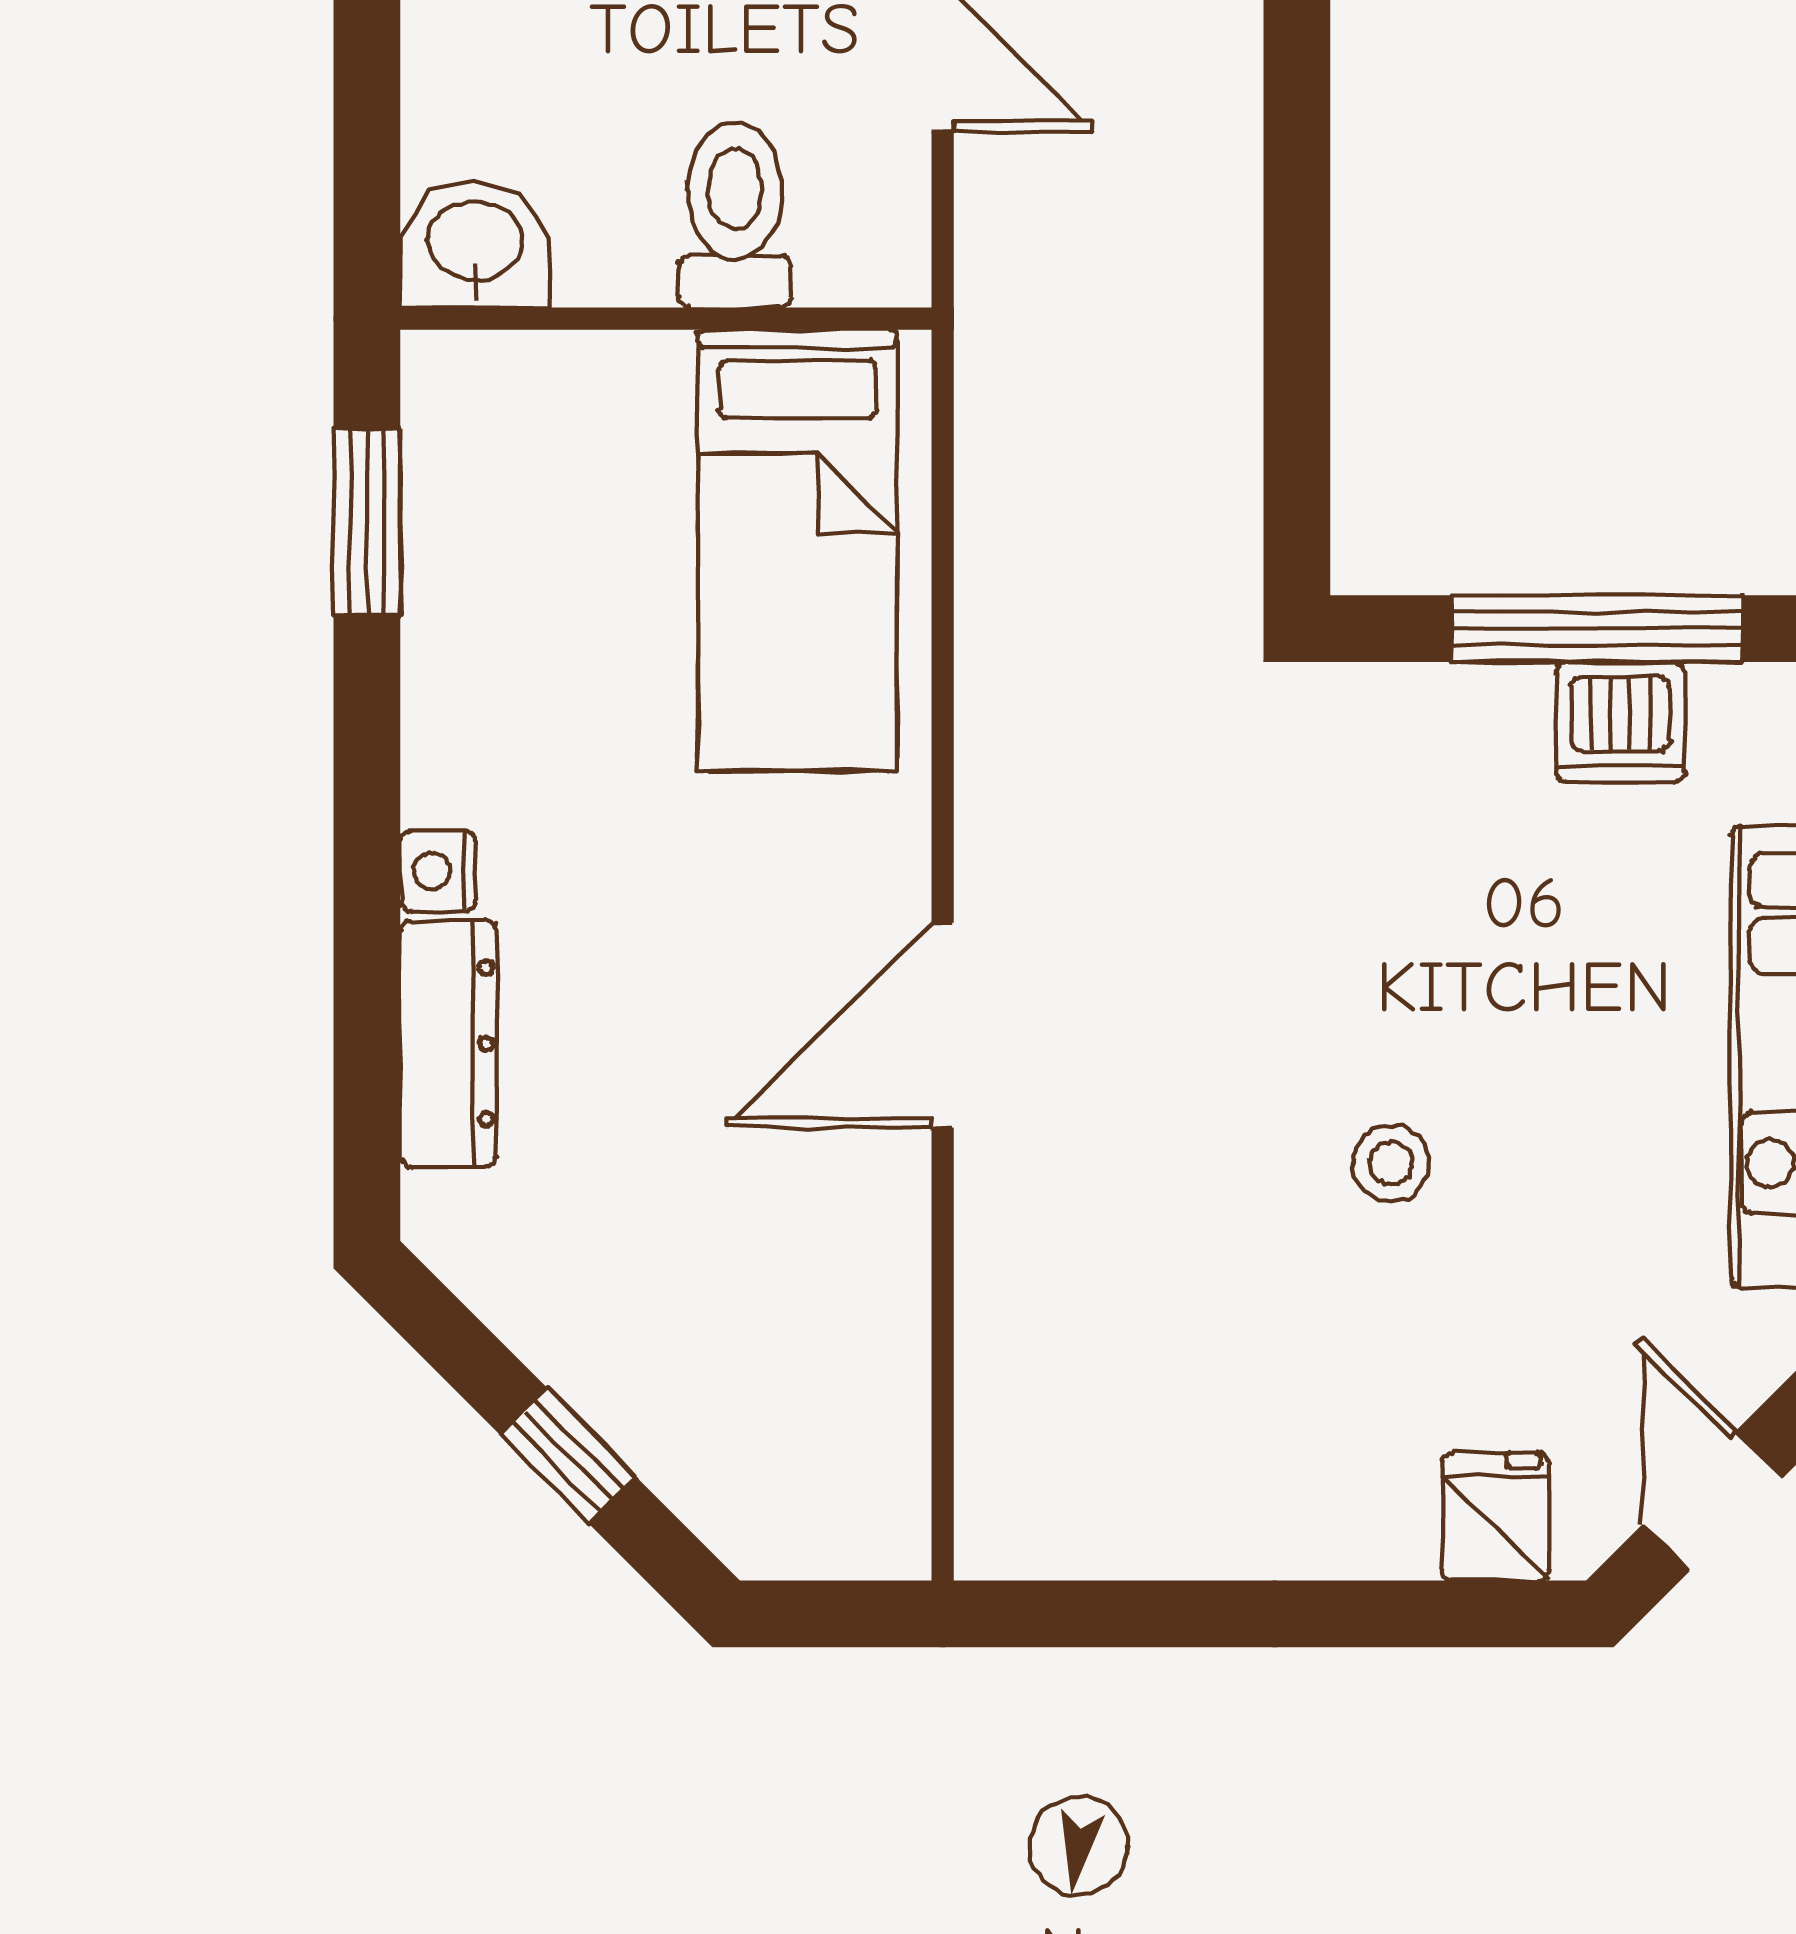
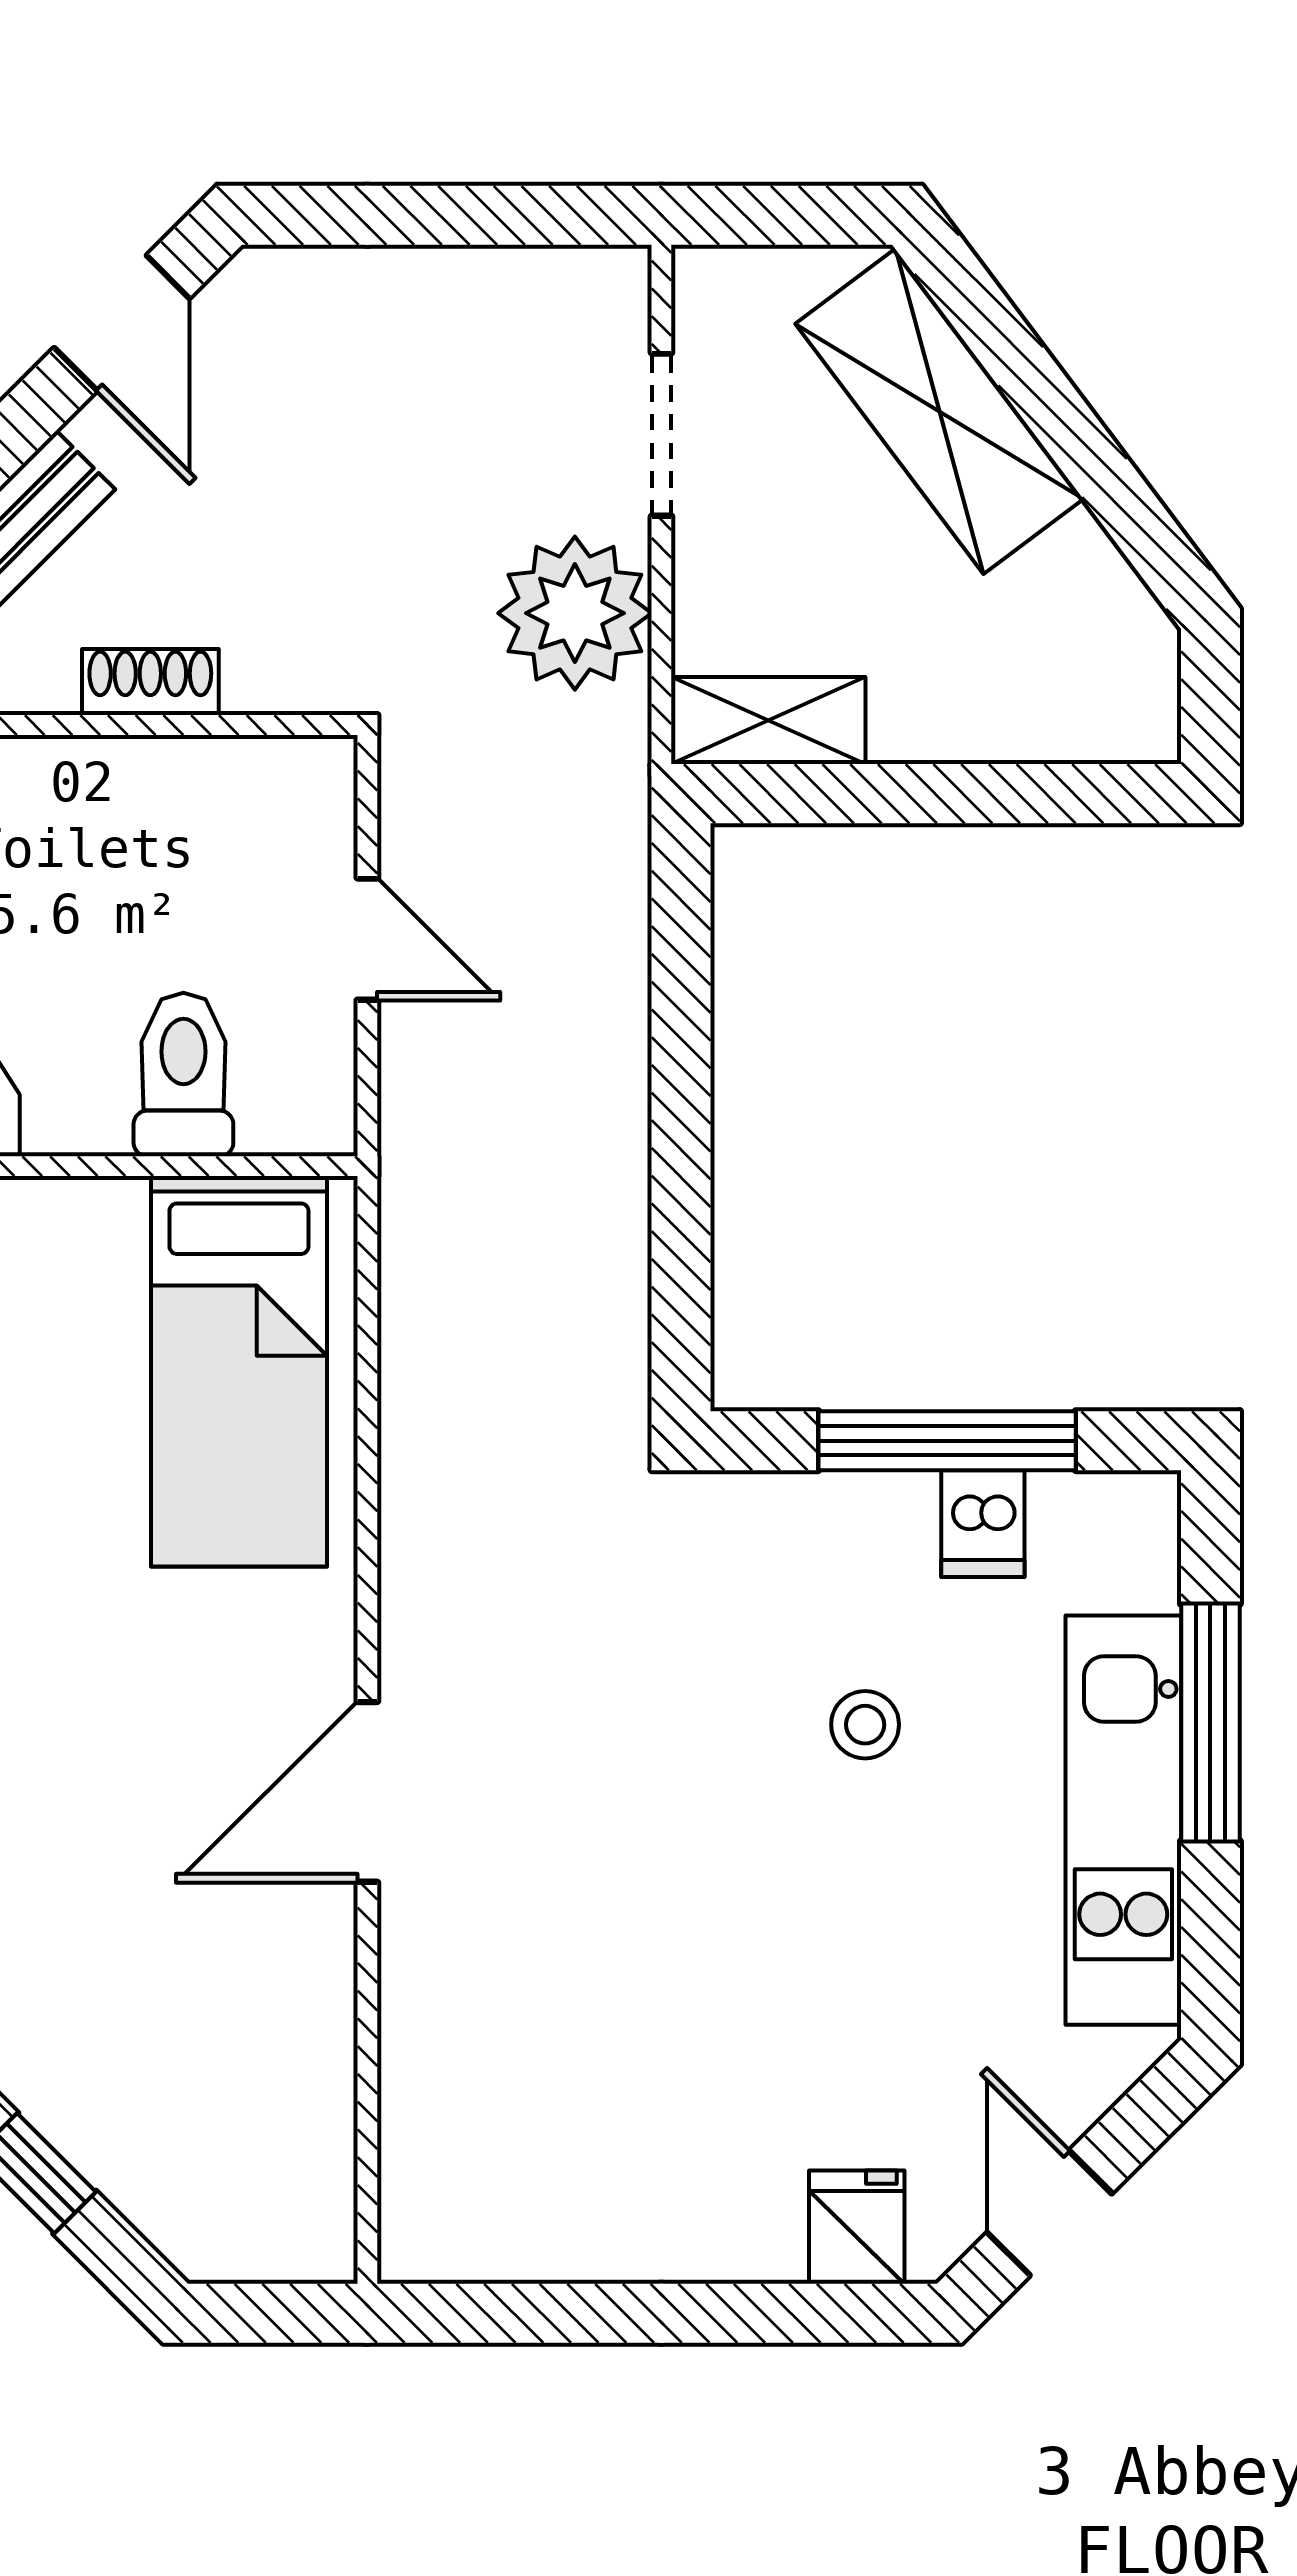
dishwasher: (1620, 722) -> (983, 1524), width x0.73
stool: (1391, 1163) -> (865, 1725), moved

